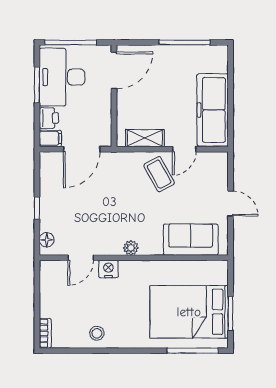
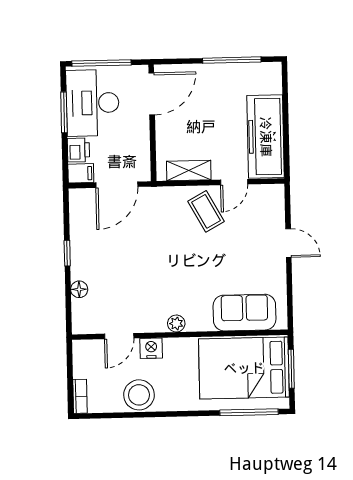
sofa: (191, 240) -> (244, 313), moved
plant: (131, 248) -> (176, 323), moved
door: (81, 258) -> (119, 336), moved
wall: (134, 258) -> (180, 335), moved
nightstand: (108, 269) -> (151, 348), moved
stool: (97, 333) -> (139, 395), width x1.89, depth x1.89

